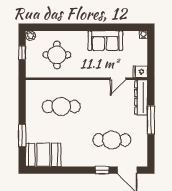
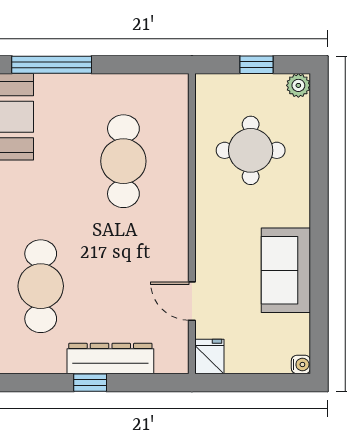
dresser: (141, 97) -> (110, 359), moved
window: (151, 120) -> (90, 383), width x0.46
window: (22, 136) -> (52, 65), width x1.44

